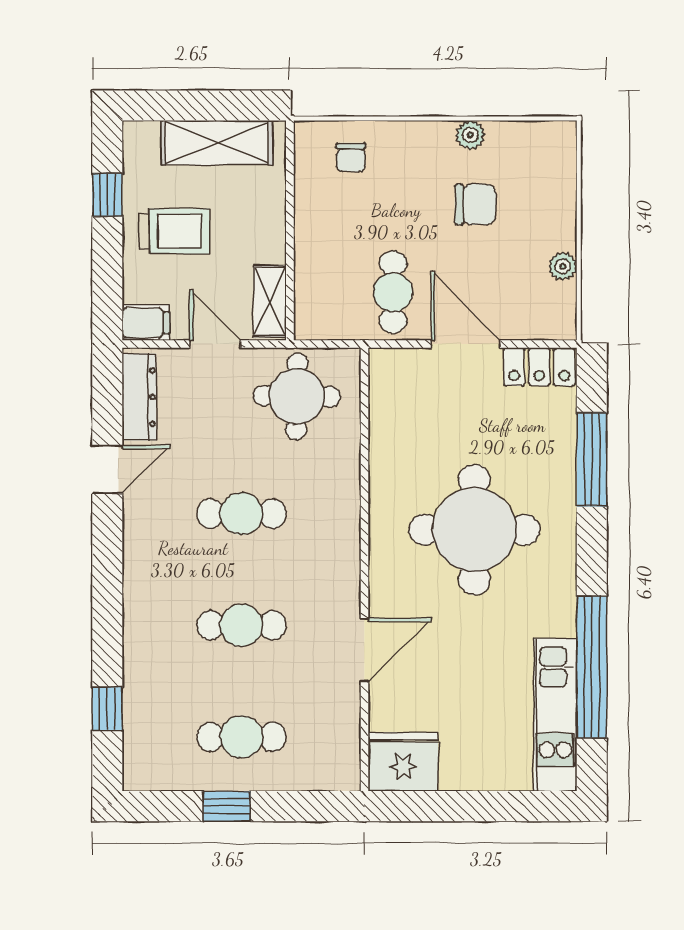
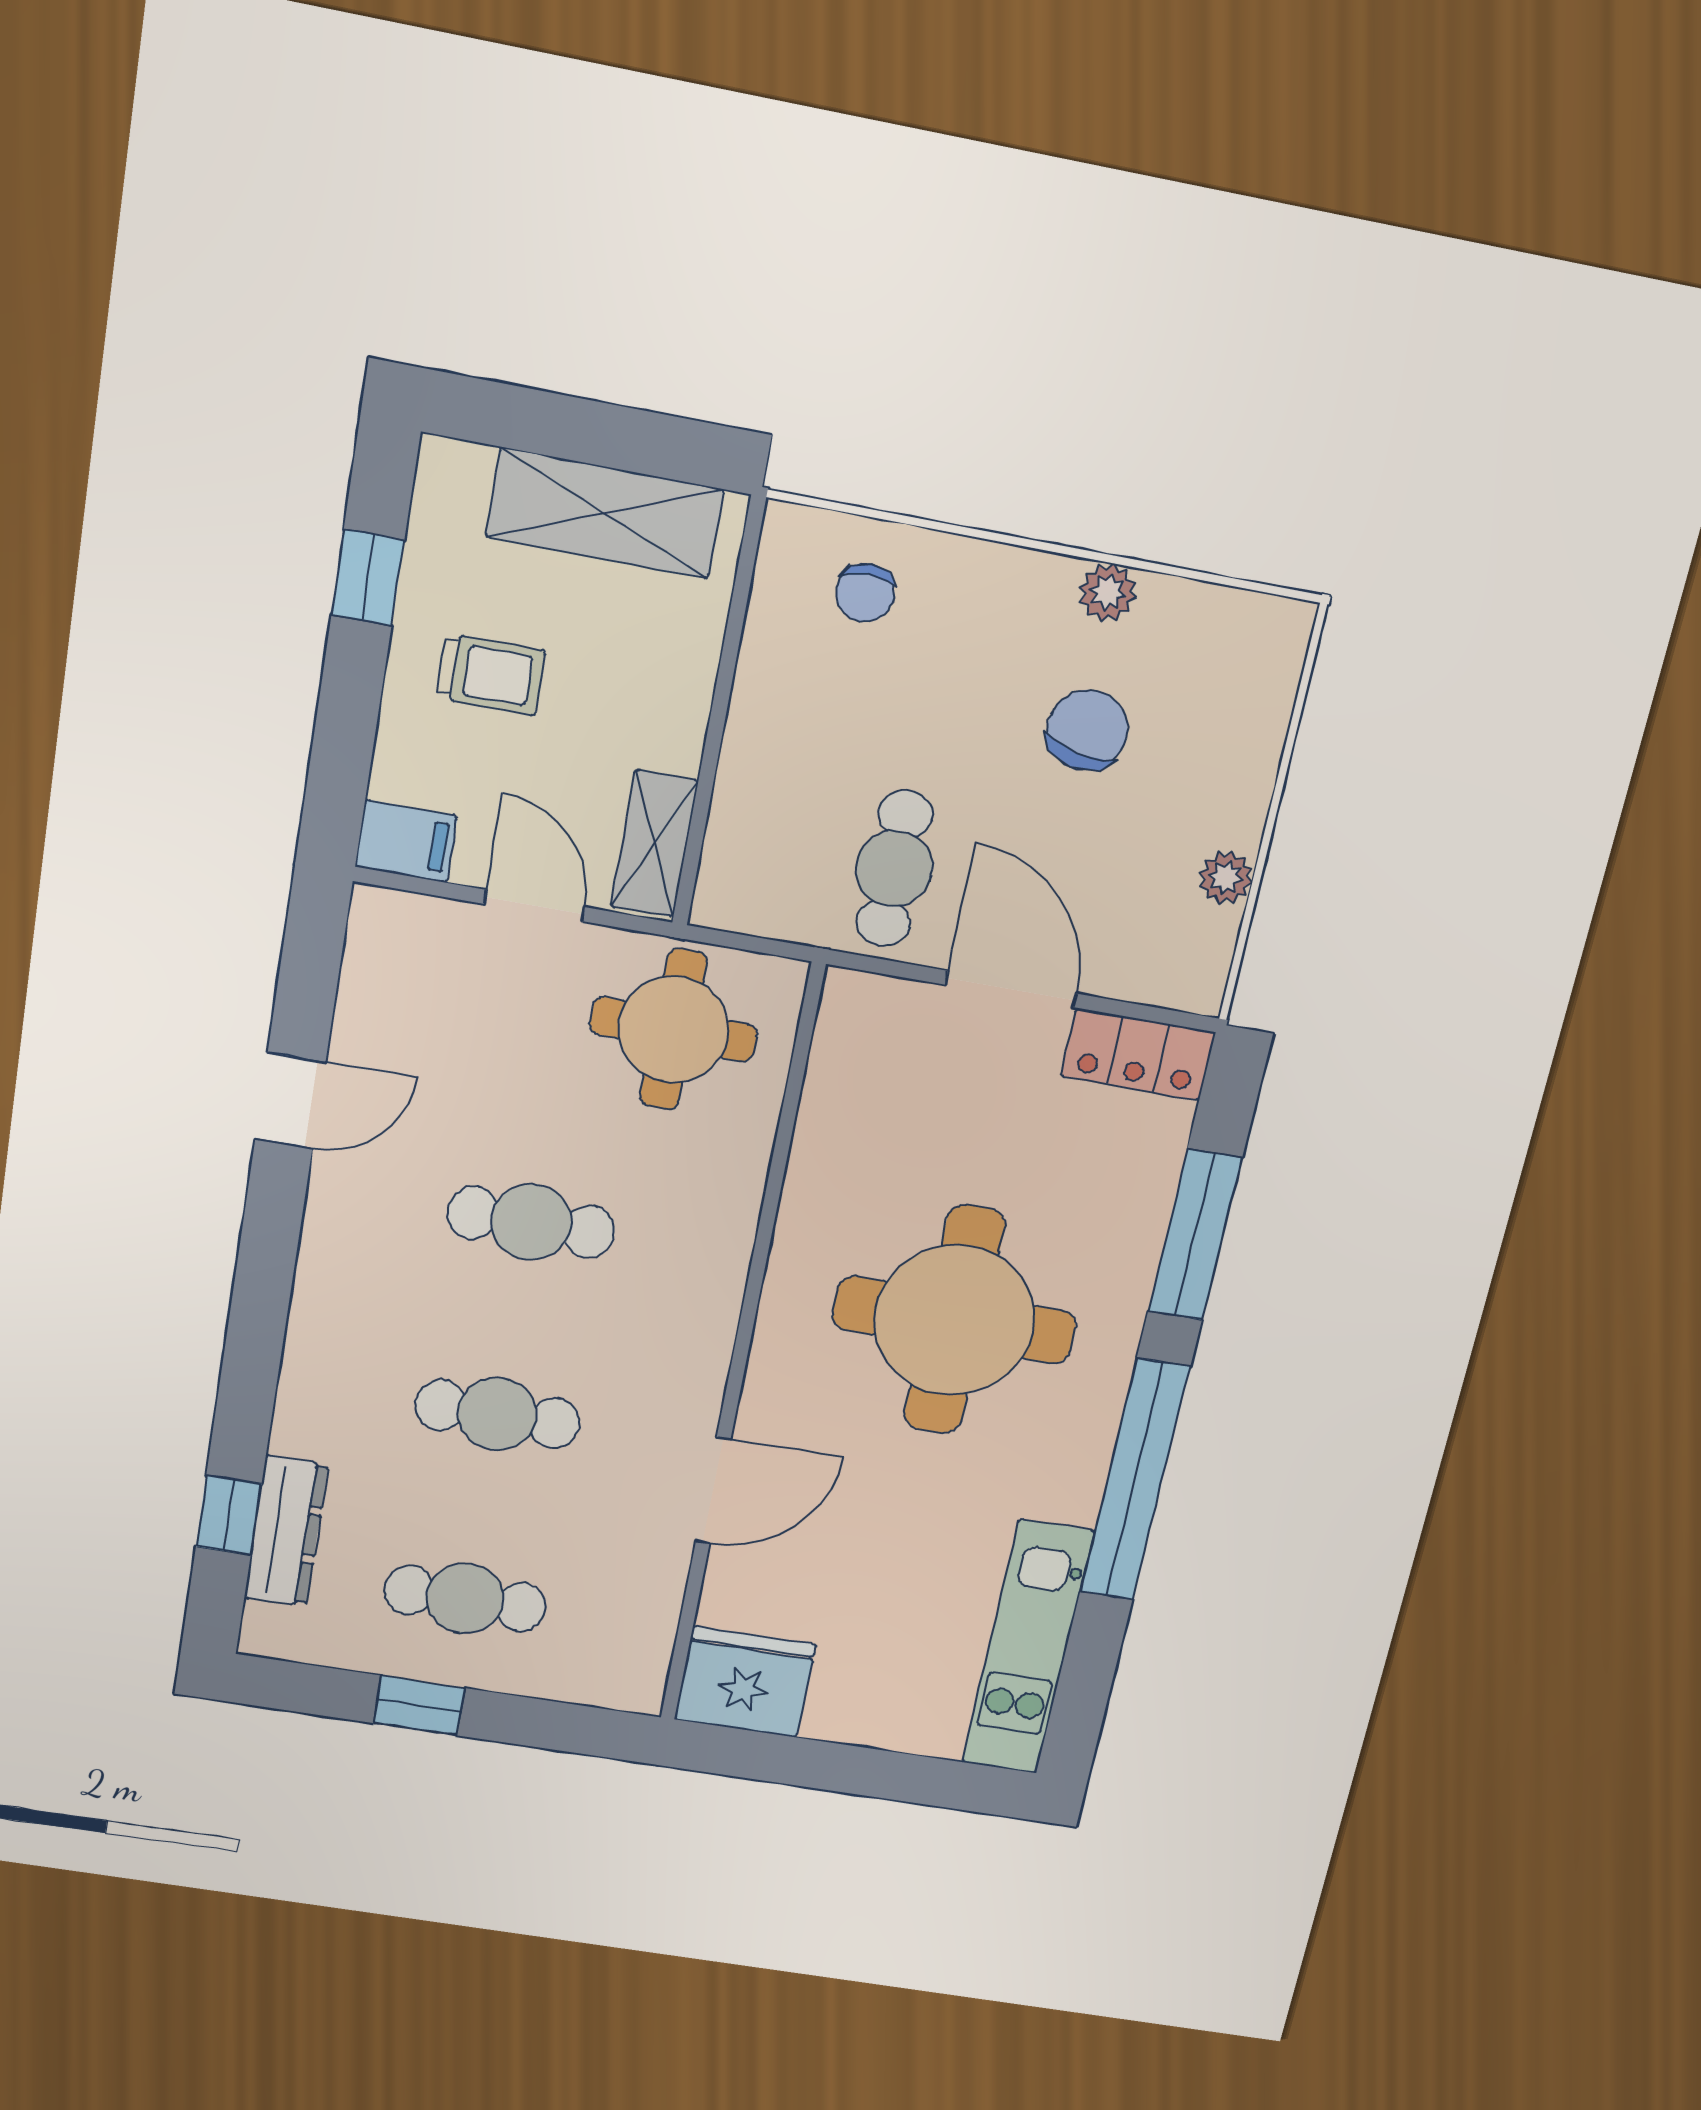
chair: (475, 204) -> (1087, 730), turned -78
trolley: (174, 231) -> (491, 674), width x0.73, depth x0.72
dresser: (139, 397) -> (286, 1531), moved
window: (592, 667) -> (1135, 1480), moved

